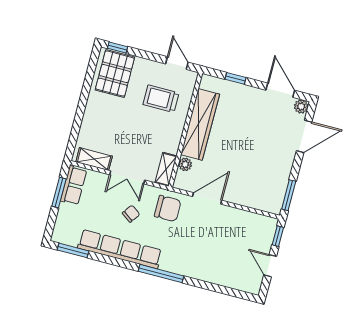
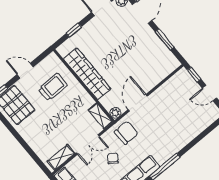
door: (177, 63) -> (25, 71), moved
trolley: (161, 99) -> (53, 87), turned 180
plant: (185, 164) -> (115, 113), moved
window: (289, 195) -> (165, 39), moved

